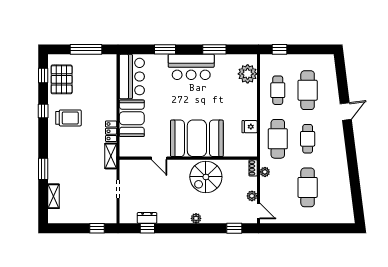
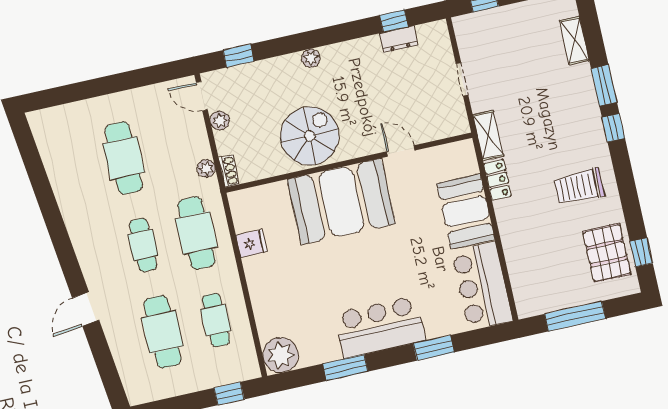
plant: (248, 74) -> (281, 355), moved
window: (43, 111) -> (613, 128), moved

